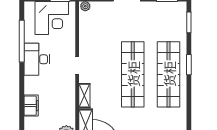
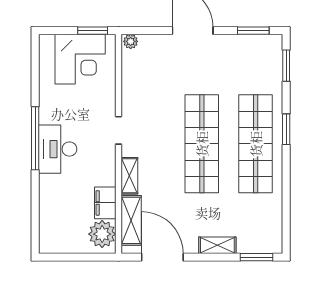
window: (22, 41) -> (35, 138), moved
desk: (37, 59) -> (58, 149), moved
filing cabinet: (31, 106) -> (105, 203), moved, turned 180

